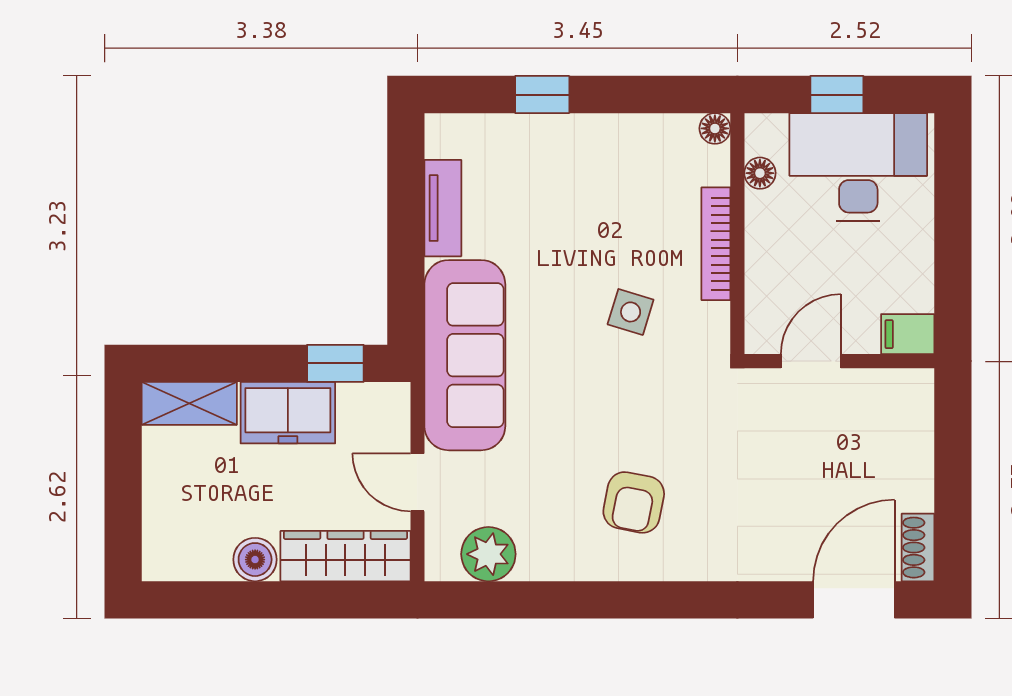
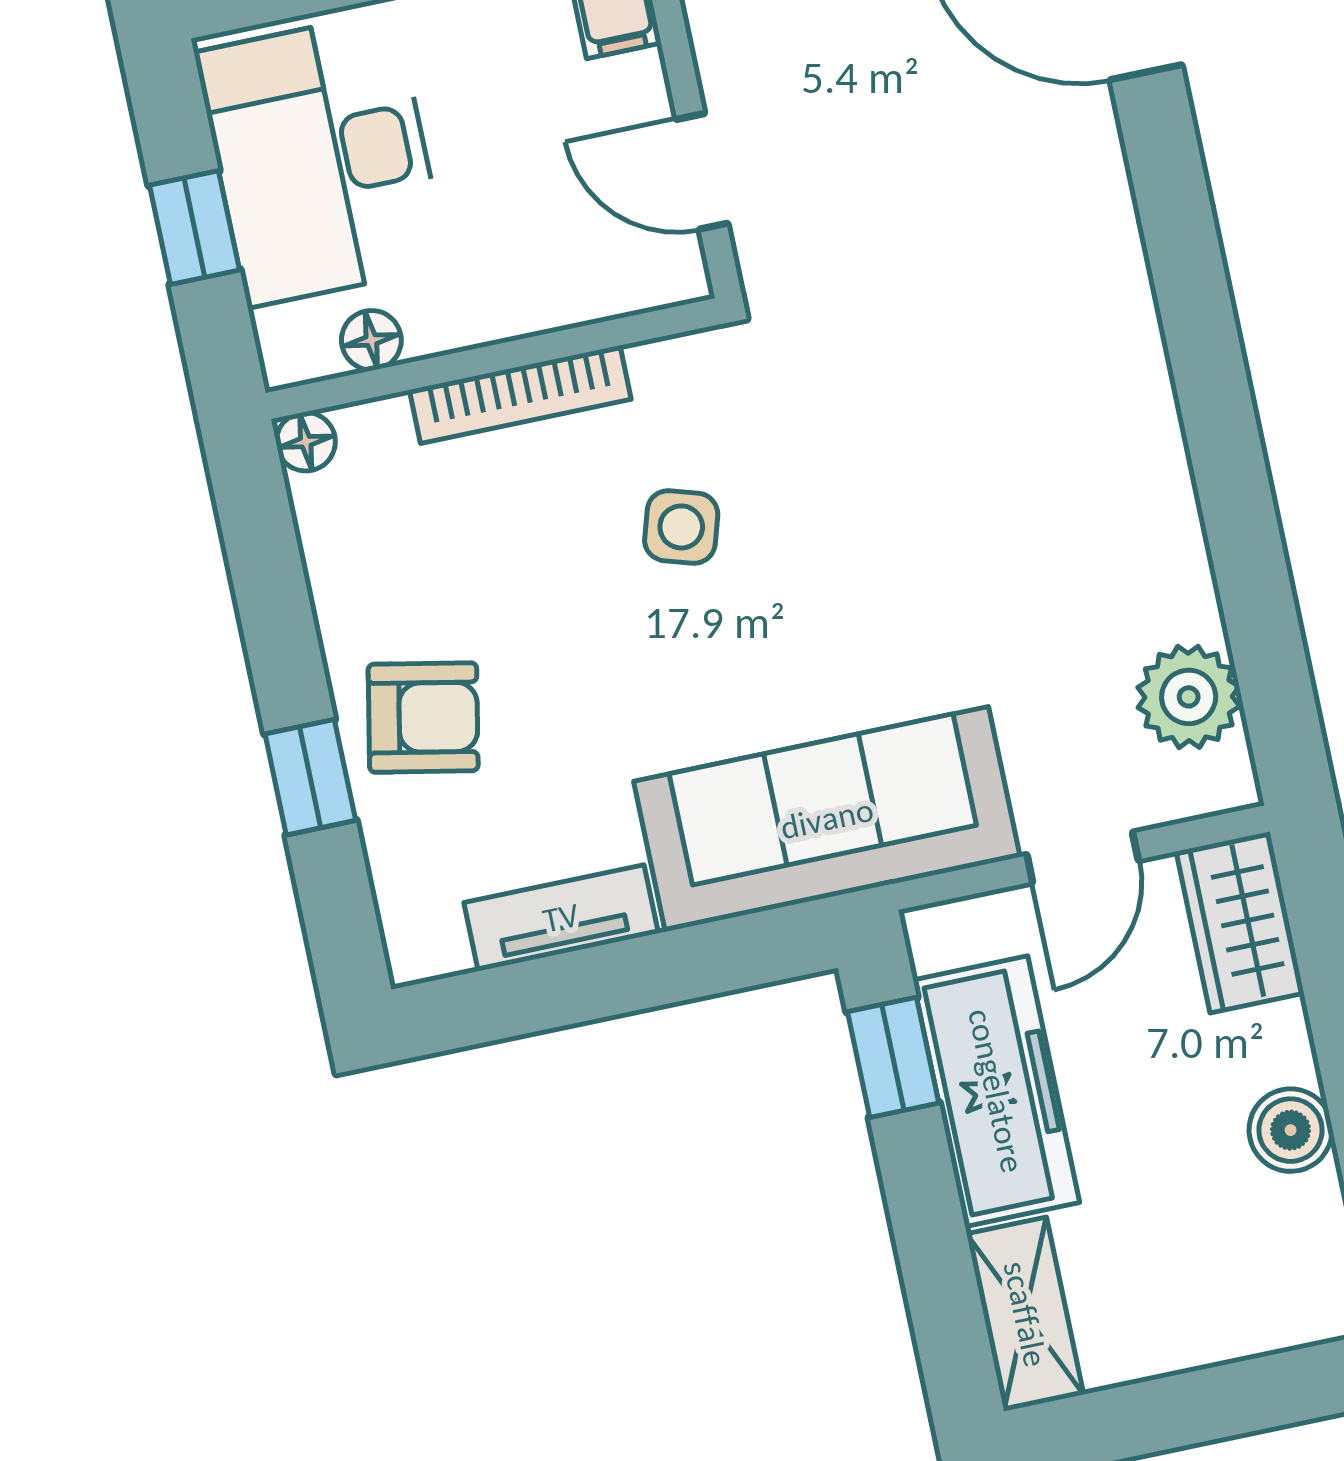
freezer: (288, 413) -> (996, 1091), width x1.40
armchair: (634, 502) -> (423, 717), moved
wardrobe: (345, 556) -> (1240, 922), width x0.67

